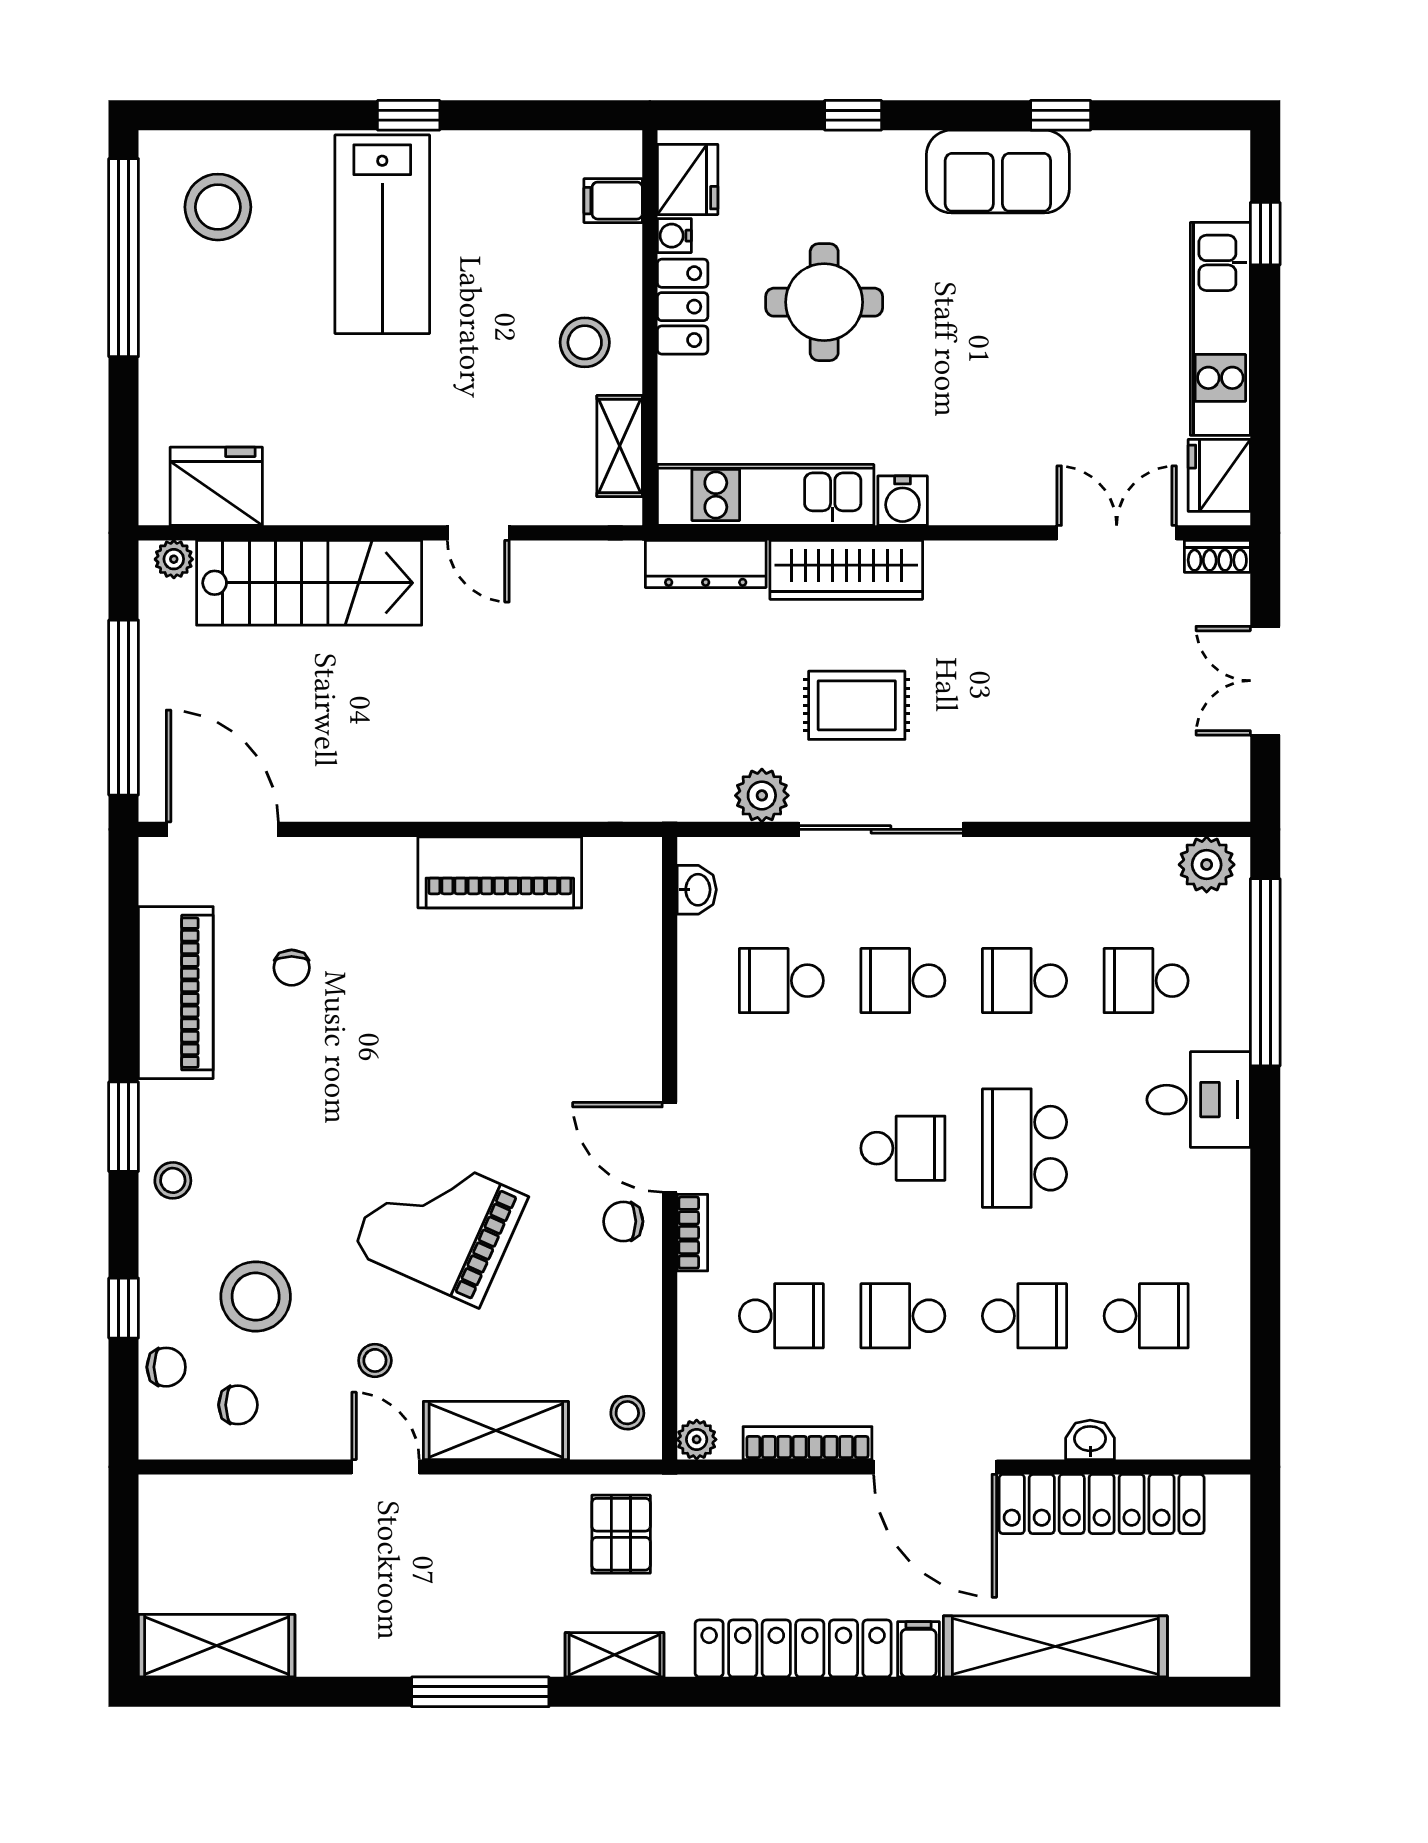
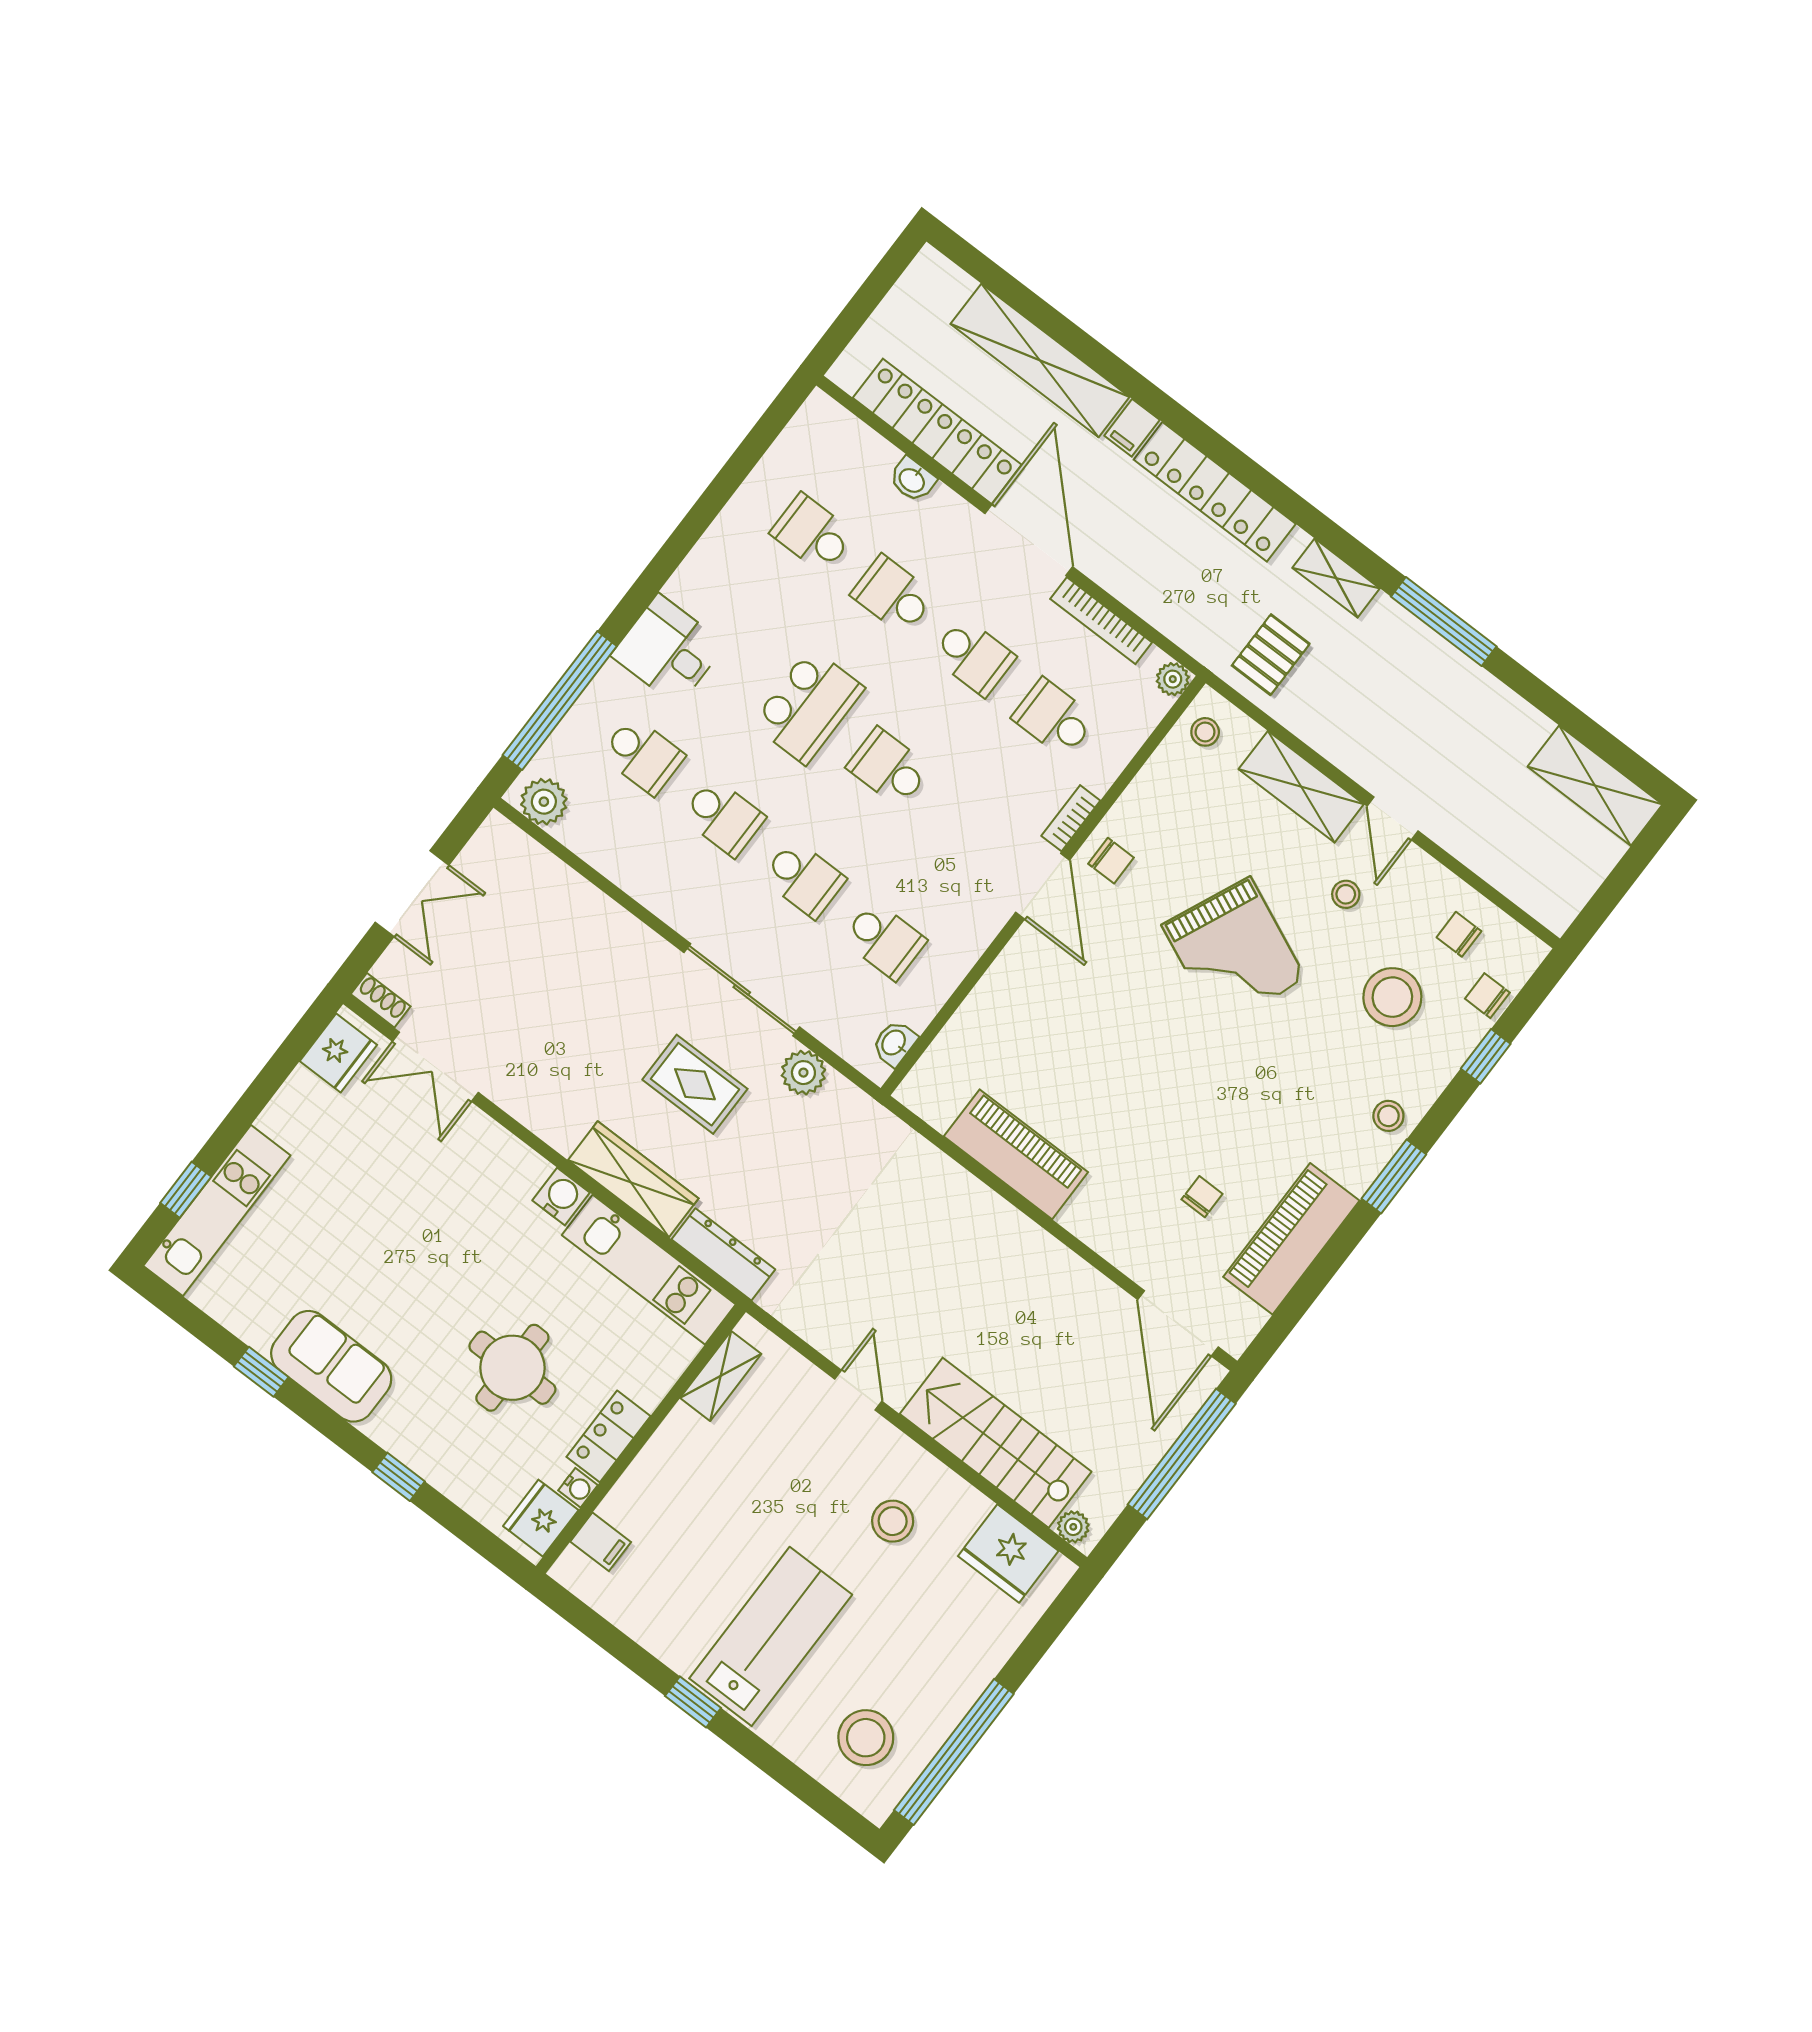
kitchen unit: (1220, 329) -> (217, 1211), moved
stool: (585, 342) -> (893, 1521), moved

